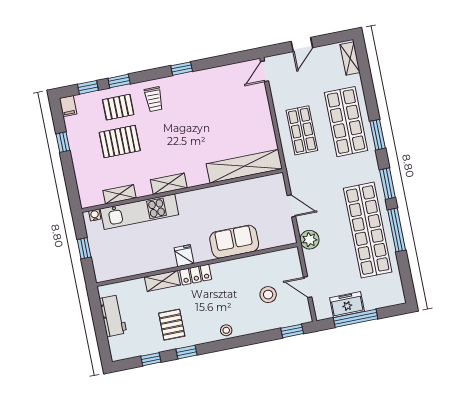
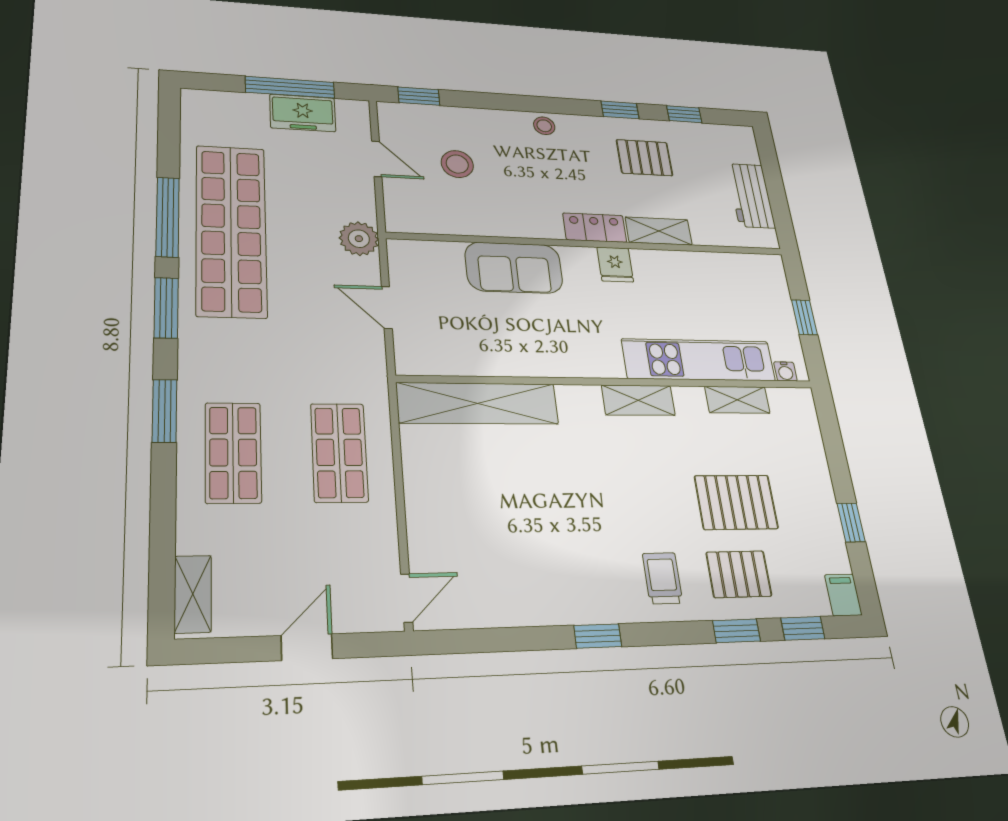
shop shelf: (346, 122) -> (233, 452), width x0.70, depth x0.74
pallet: (172, 325) -> (644, 158), turned 90

